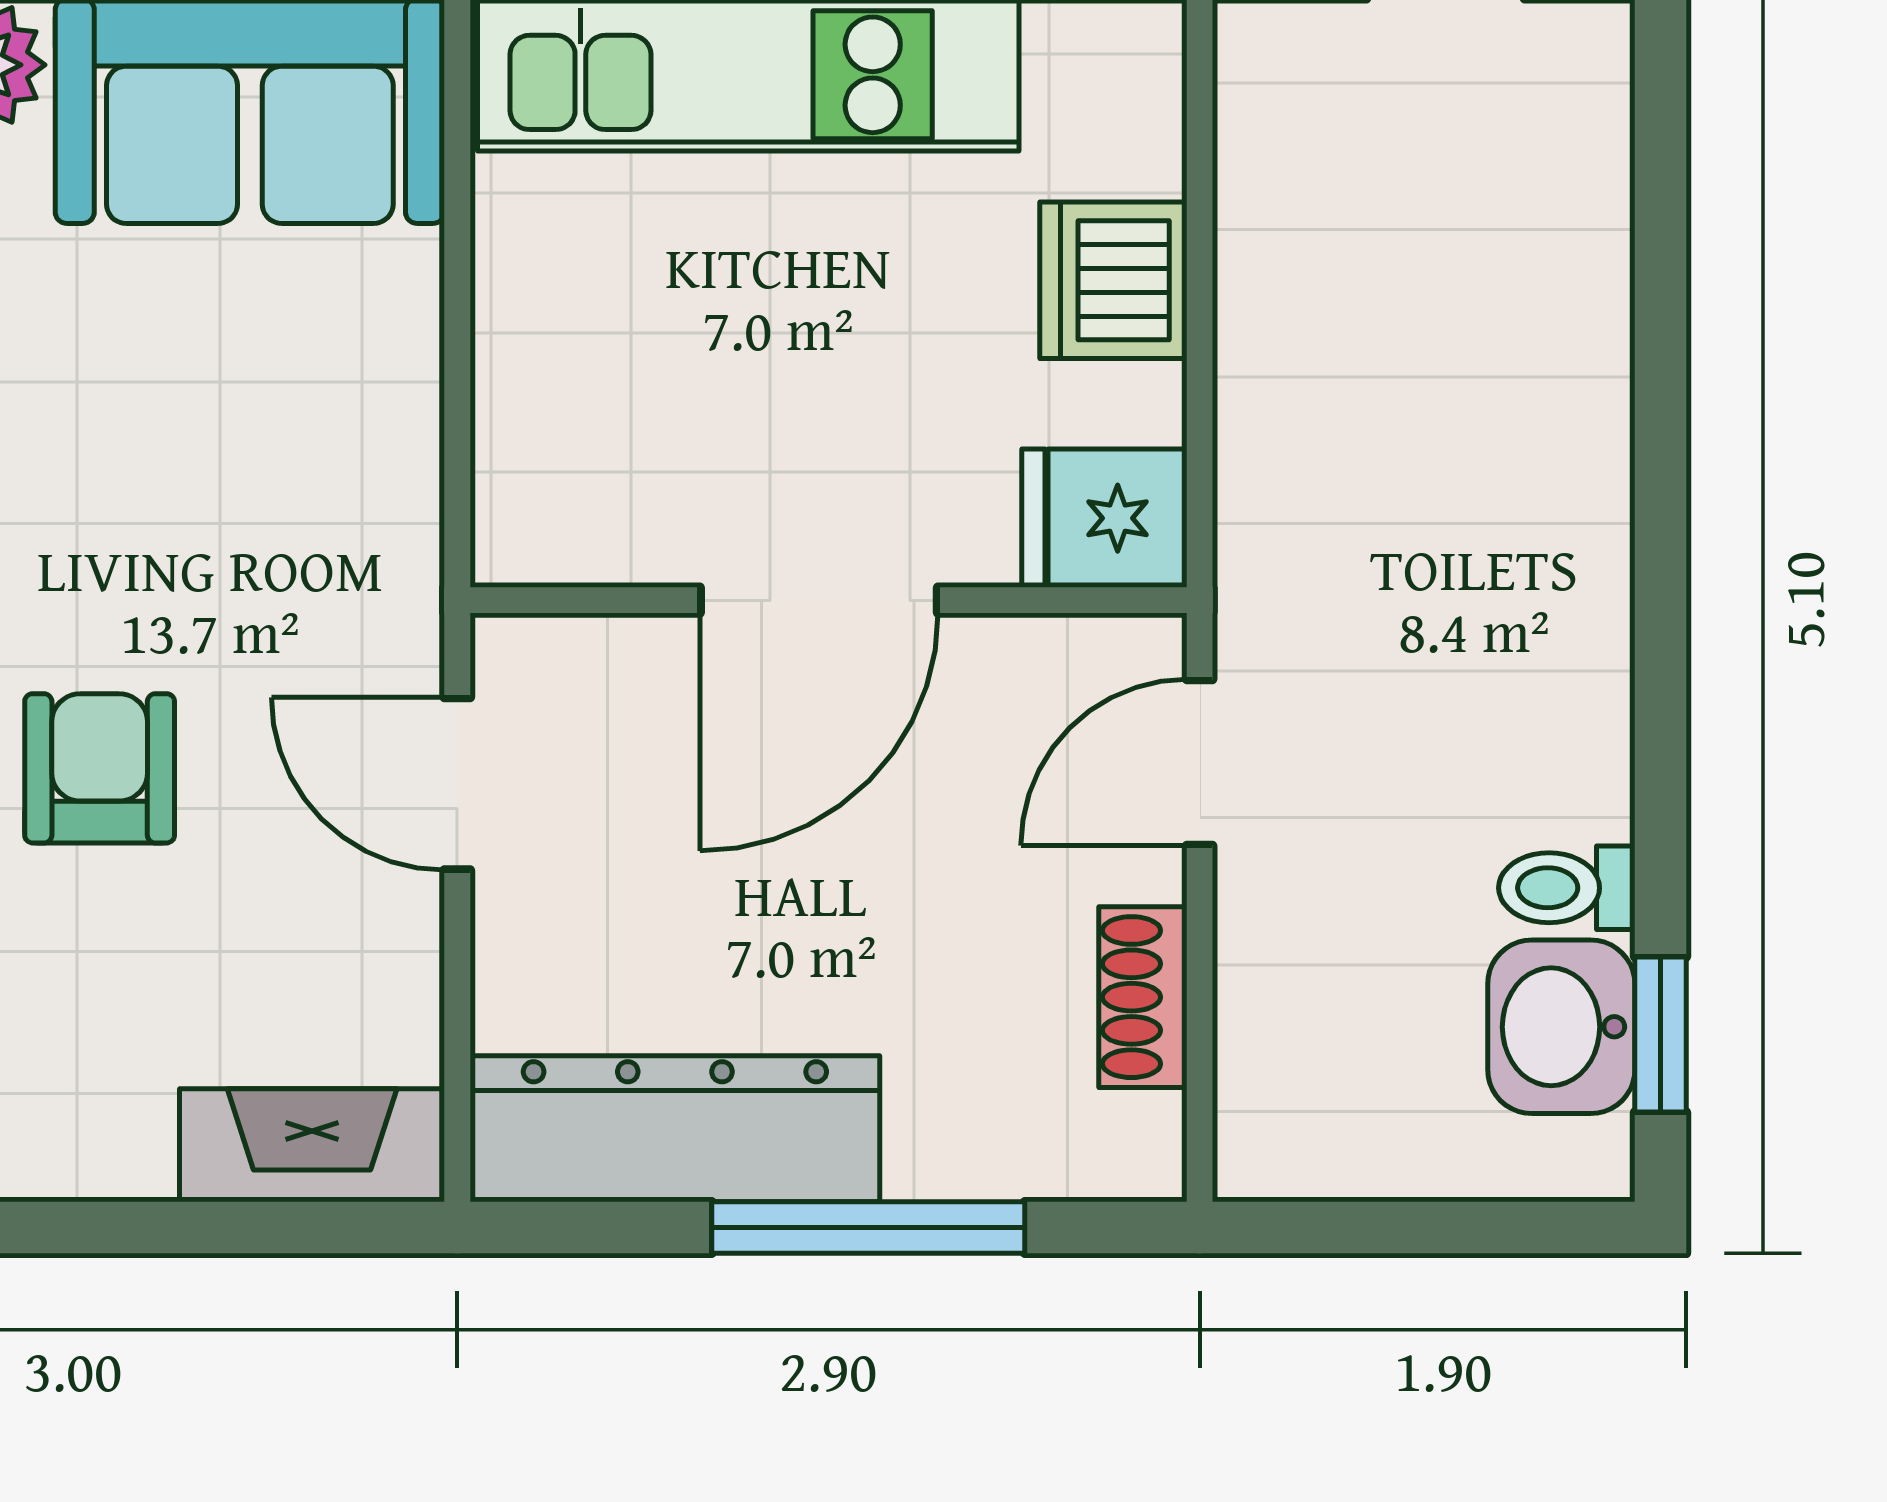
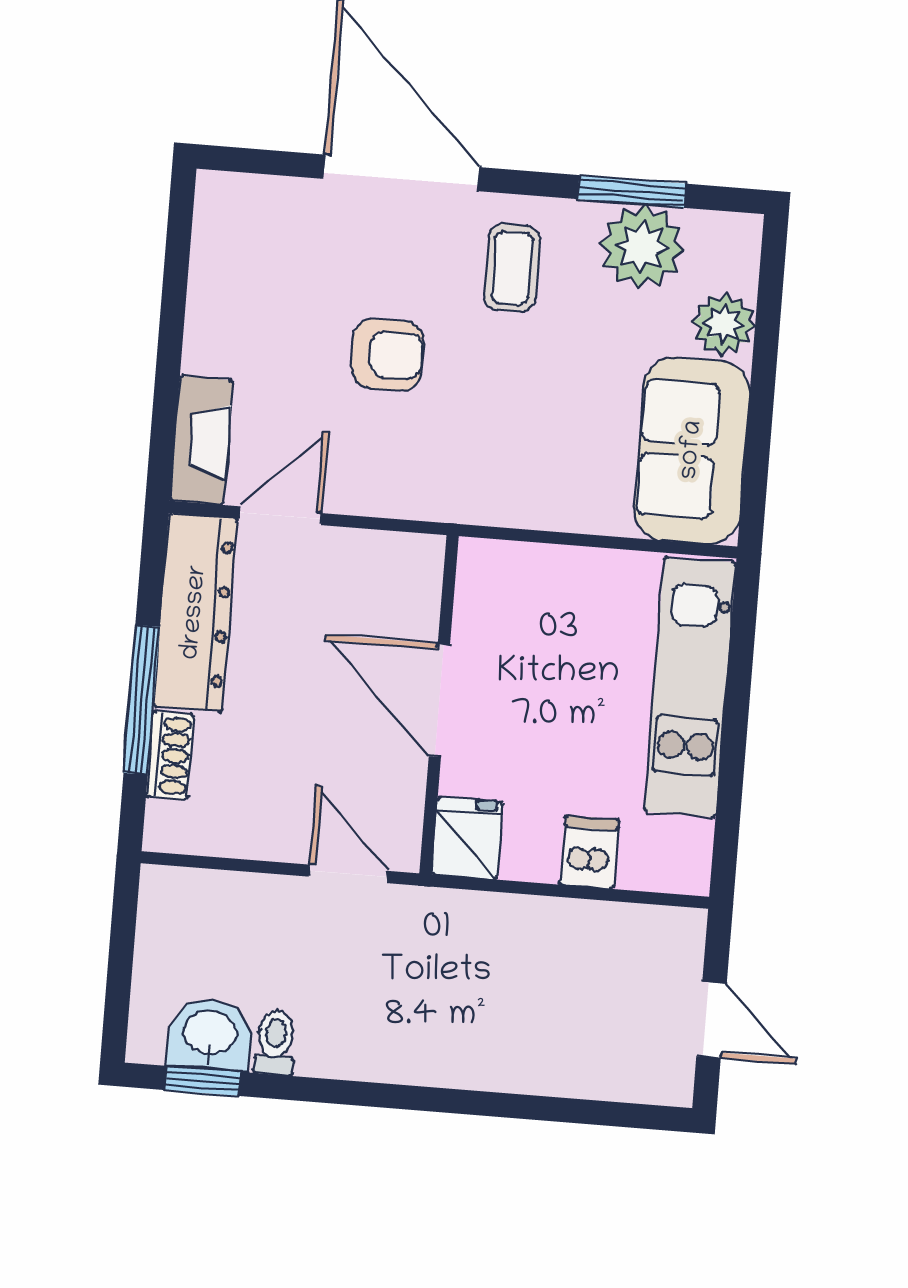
dishwasher: (1113, 280) -> (589, 852), width x0.73
door: (457, 784) -> (281, 516), moved
shoe rack: (1143, 997) -> (170, 755), moved, turned 90

